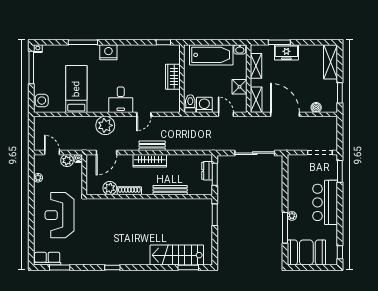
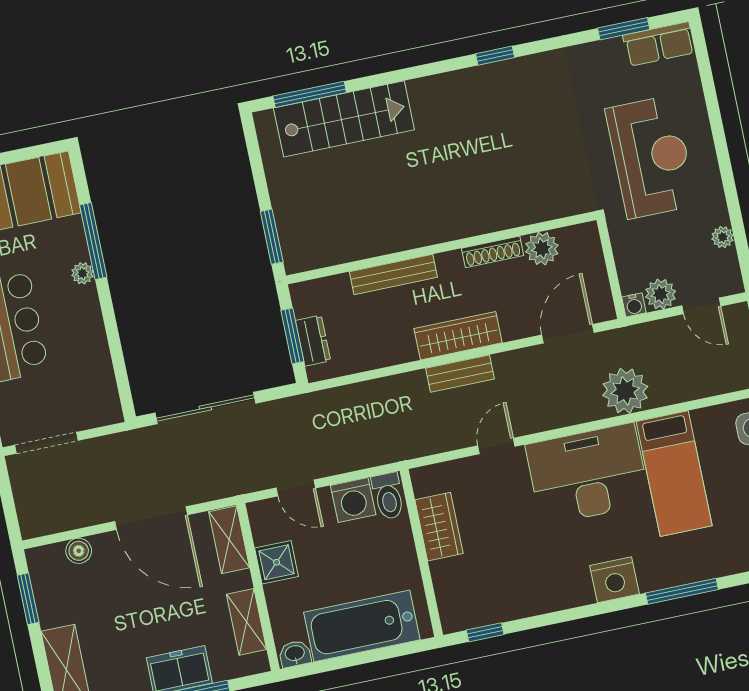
wardrobe: (173, 77) -> (439, 527), moved
desk: (121, 100) -> (588, 474), width x1.87, depth x1.30
plant: (105, 125) -> (625, 391), moved
window: (188, 268) -> (310, 94), width x1.44

